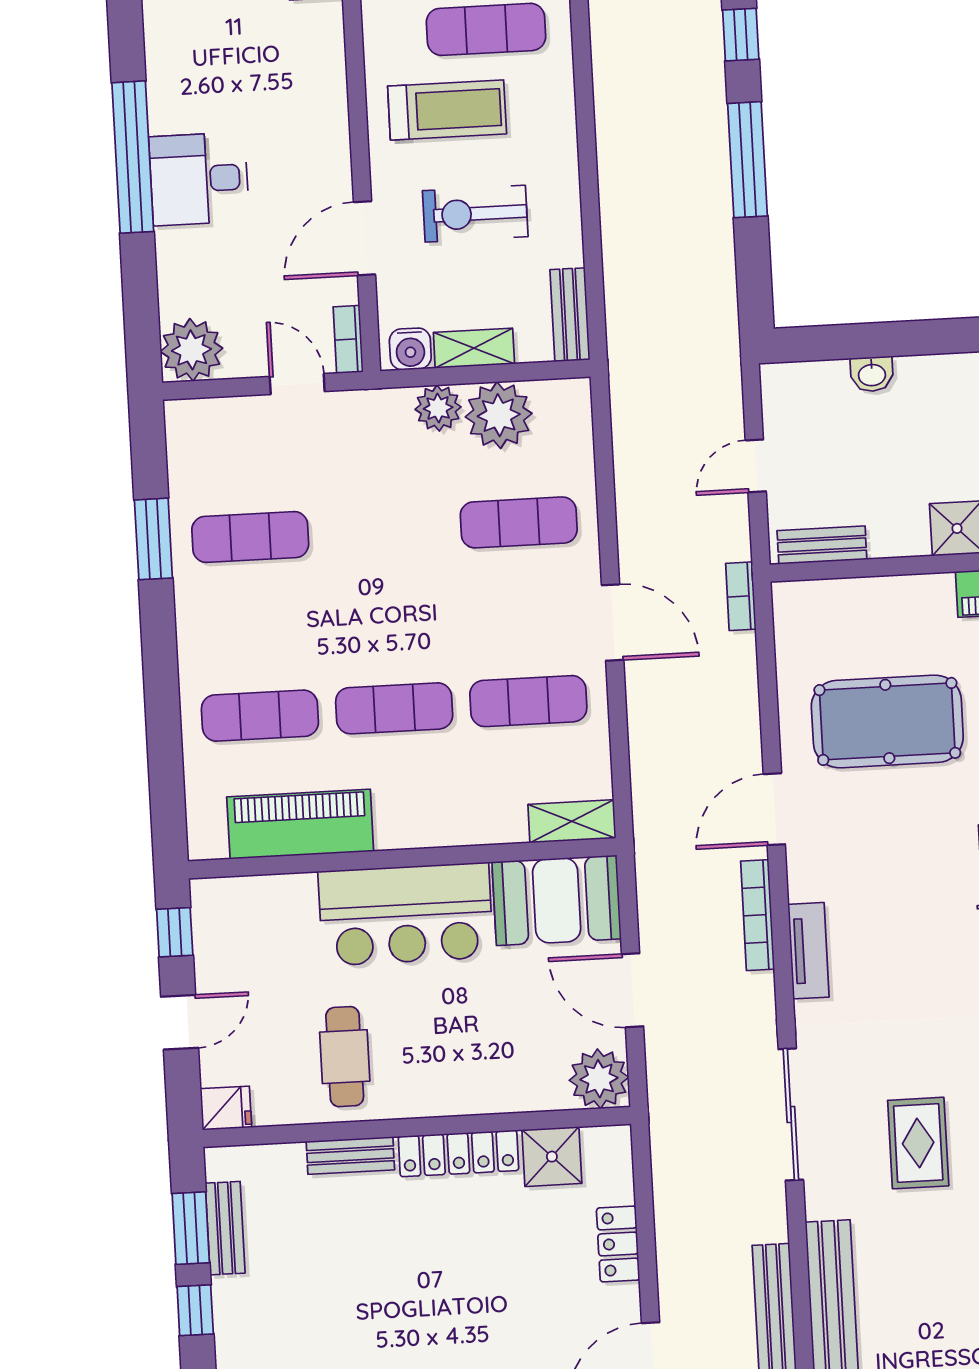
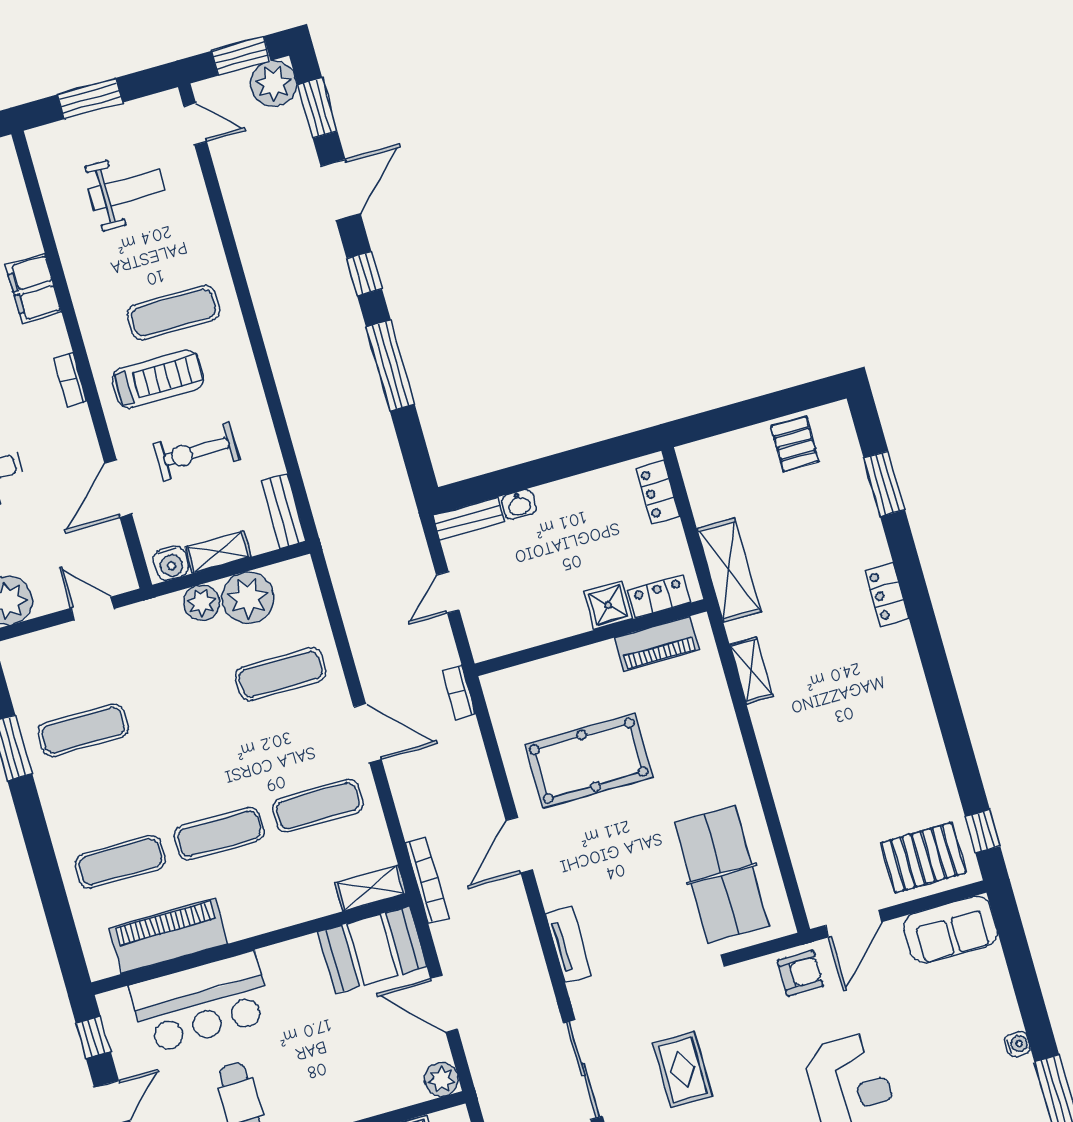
bookcase: (348, 339) -> (70, 380), moved
bench: (822, 545) -> (469, 519), moved
bar counter: (406, 914) -> (201, 1002), moved
bookcase: (758, 915) -> (427, 880), moved, turned 180
plant: (599, 1079) -> (441, 1079), width x0.73, depth x0.73

